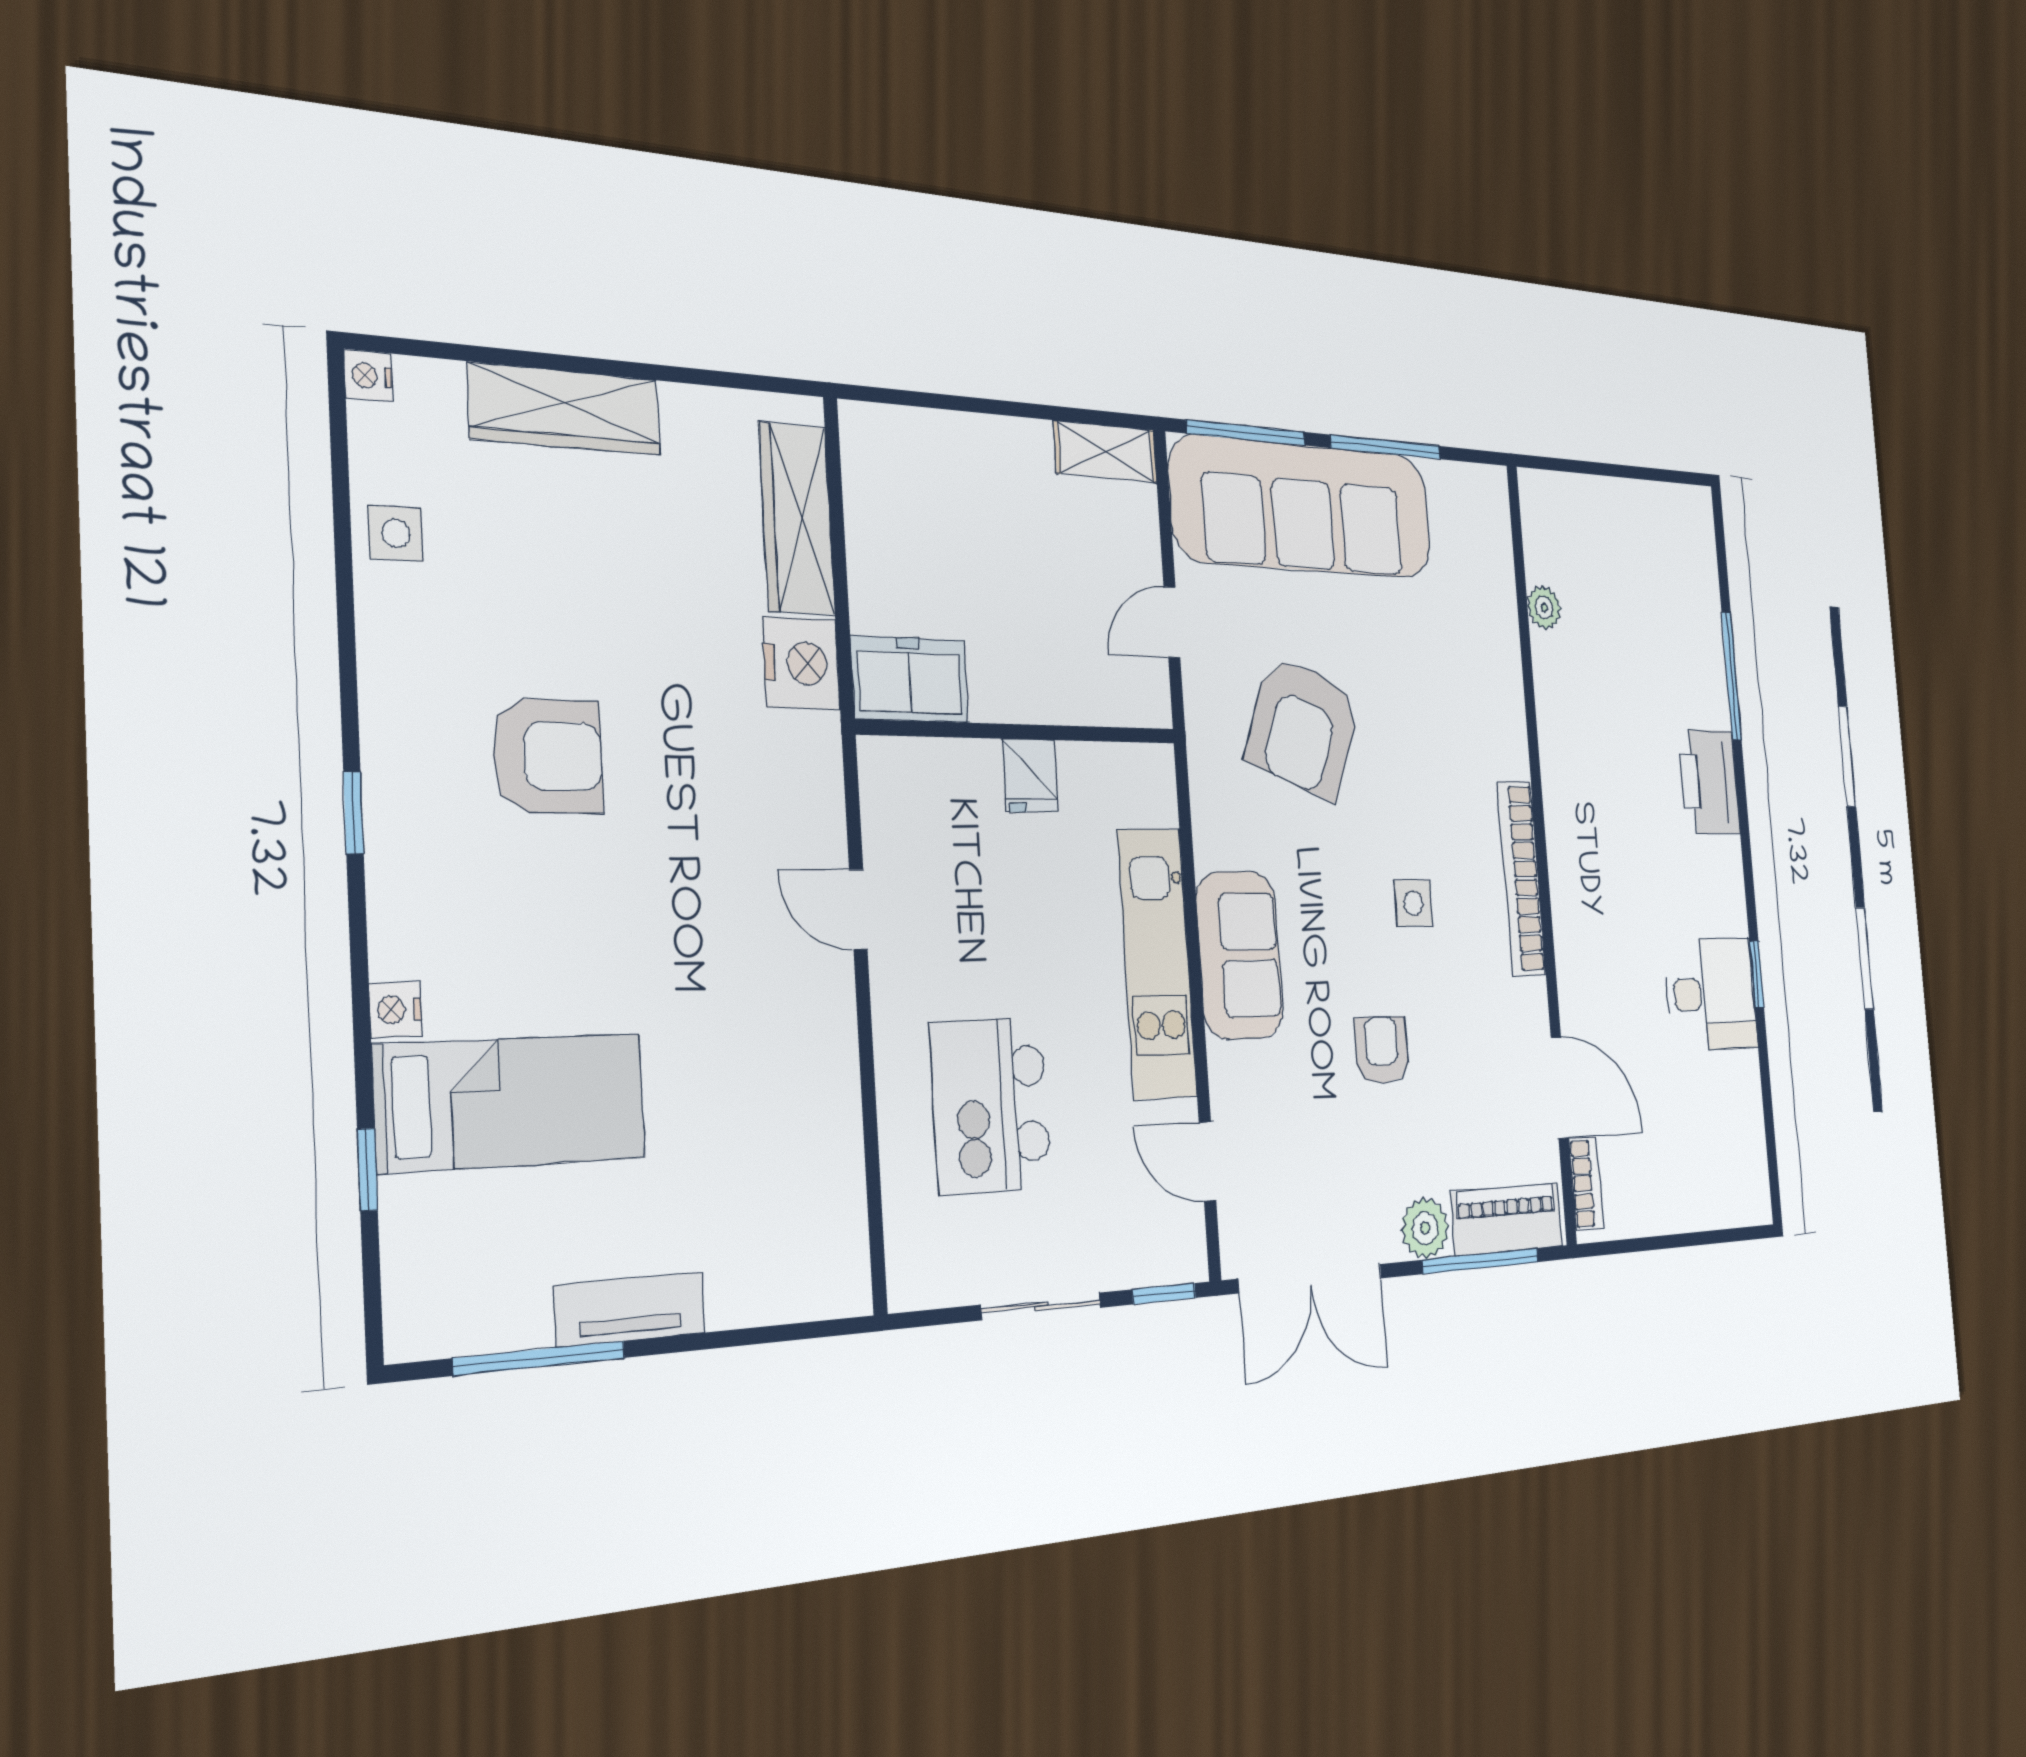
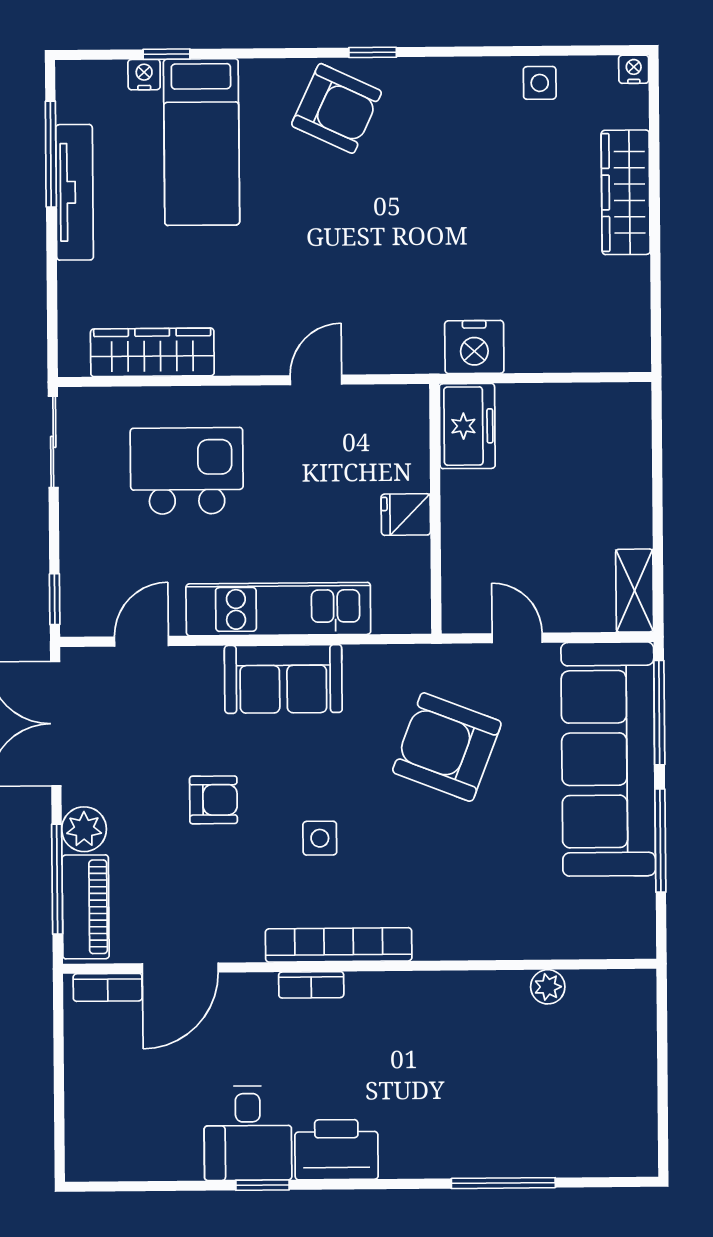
wardrobe: (797, 519) -> (152, 352), moved
armchair: (548, 756) -> (336, 108), moved, turned -65
printer: (1709, 782) -> (336, 1150), moved
bookcase: (1564, 914) -> (311, 985), added
nightstand: (395, 1010) -> (144, 75), moved
sliding door: (1041, 1306) -> (53, 442), moved
tv unit: (630, 1309) -> (74, 192), width x1.41

